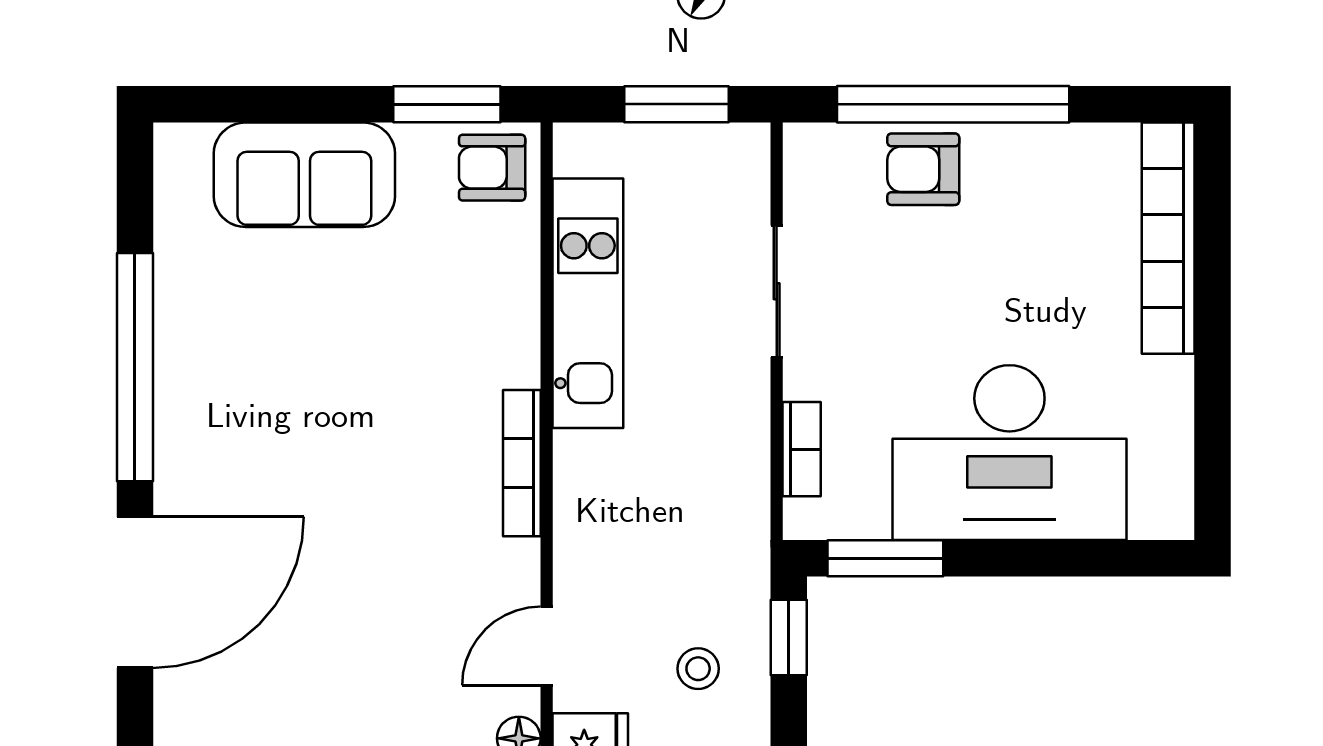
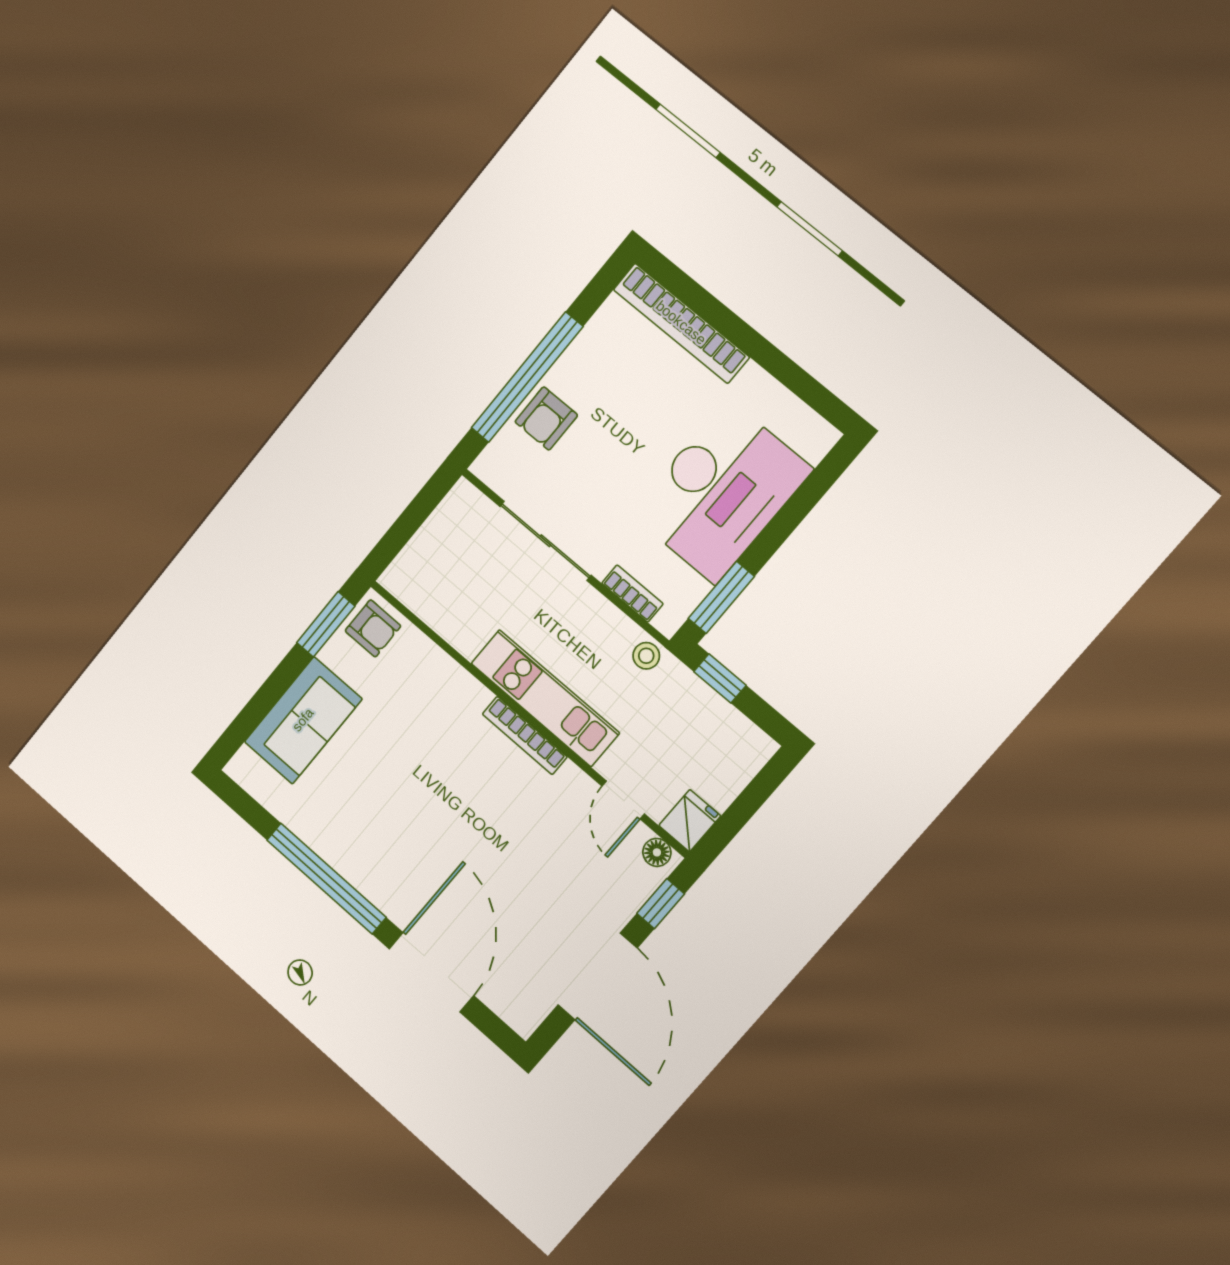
window: (677, 104) -> (416, 514), removed
armchair: (492, 168) -> (373, 628), turned -90
sliding door: (777, 291) -> (545, 541), width x1.37
kitchen unit: (588, 303) -> (545, 698), moved
stool: (698, 669) -> (646, 656), moved

